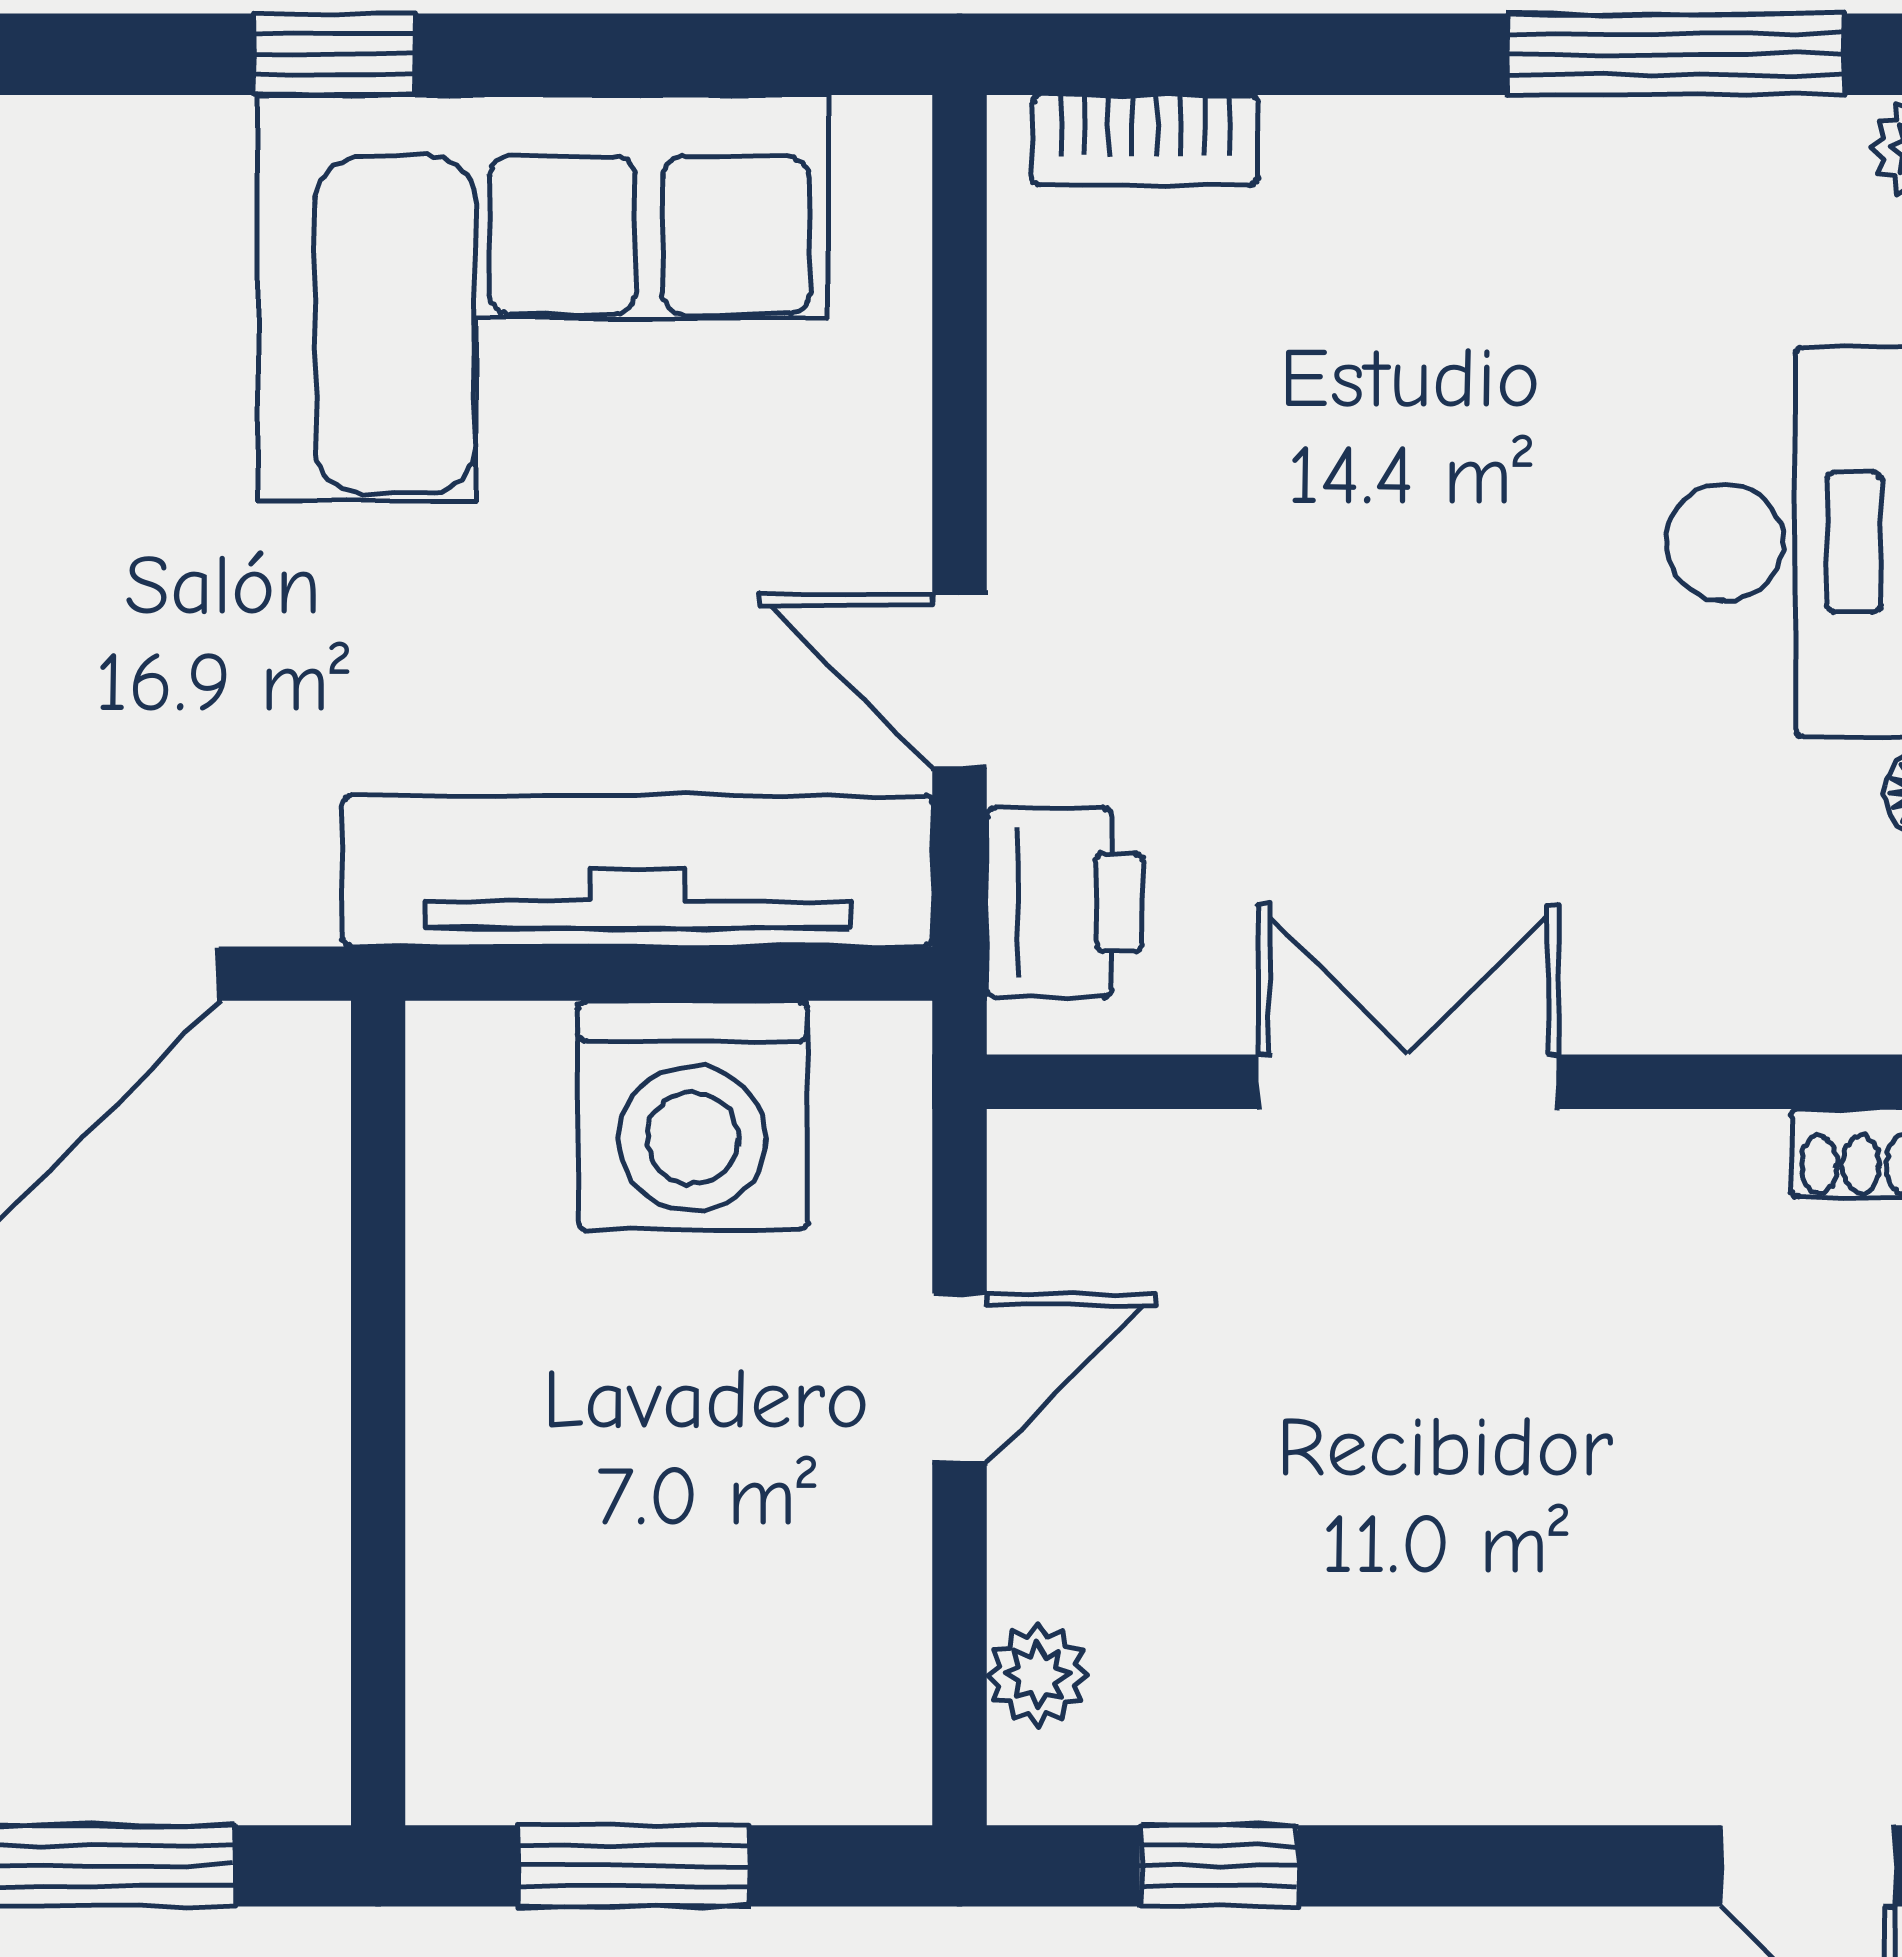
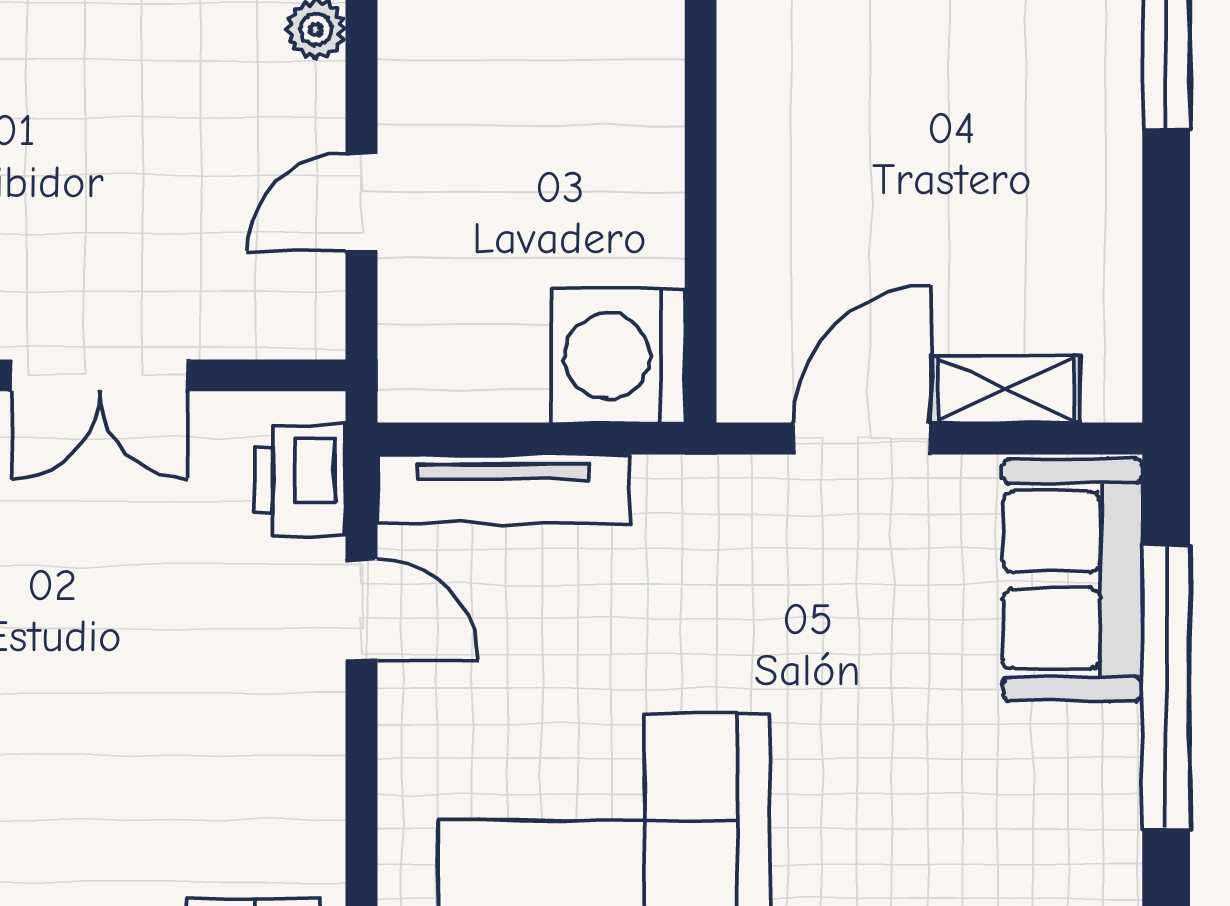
tv unit: (637, 871) -> (504, 489), width x0.73, depth x0.78
washing machine: (693, 1115) -> (618, 356), moved, turned -90

